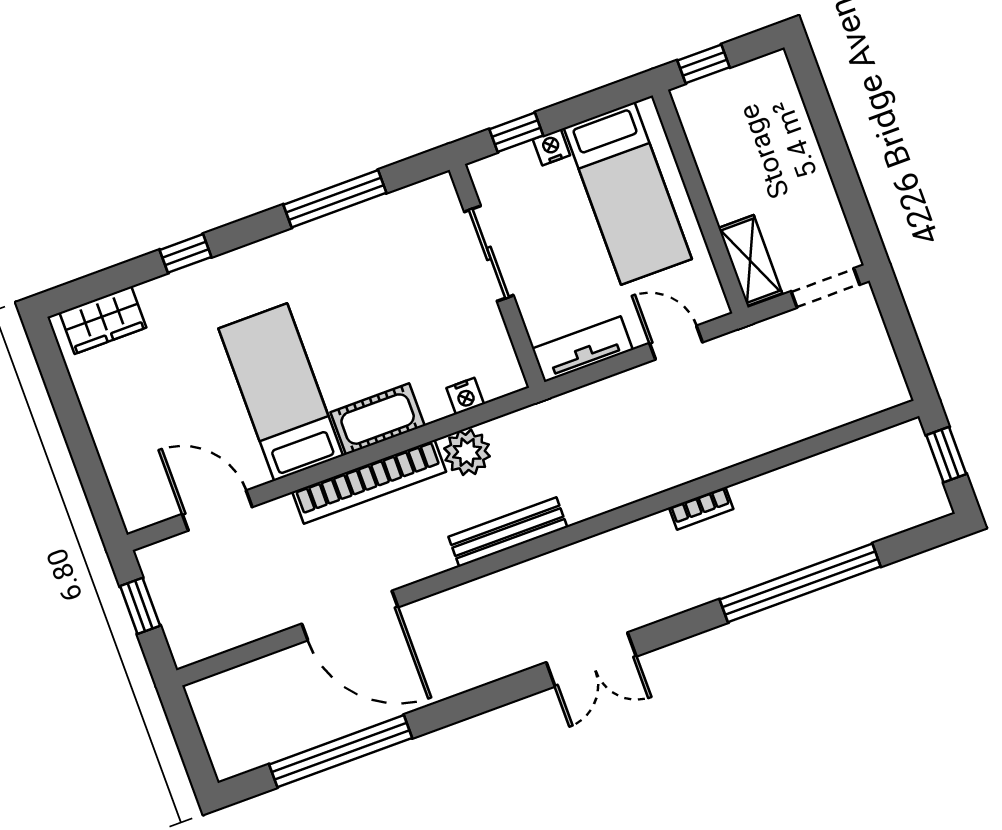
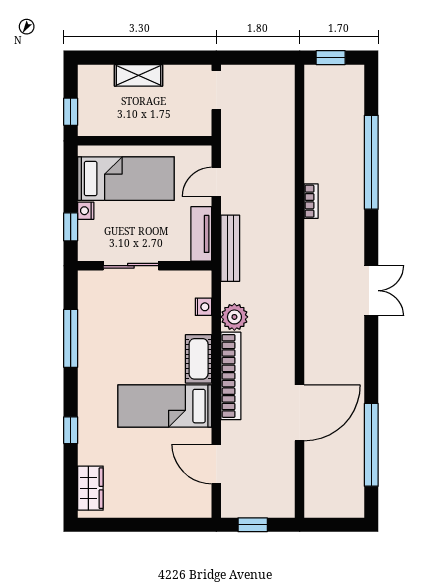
shelving: (750, 261) -> (138, 75), moved
door: (217, 511) -> (216, 464), hinge flipped
bench: (508, 532) -> (230, 248), moved

